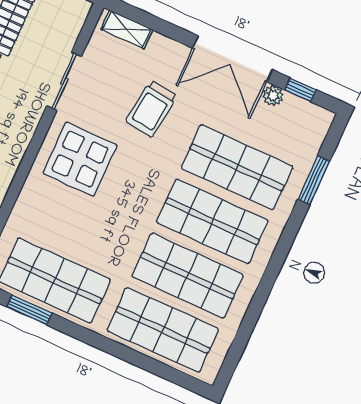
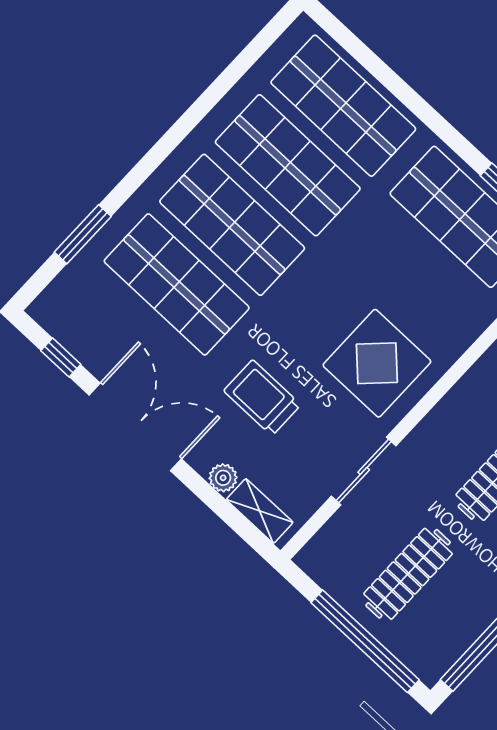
plant: (273, 96) -> (223, 478), moved
trolley: (151, 109) -> (262, 398), turned -97

